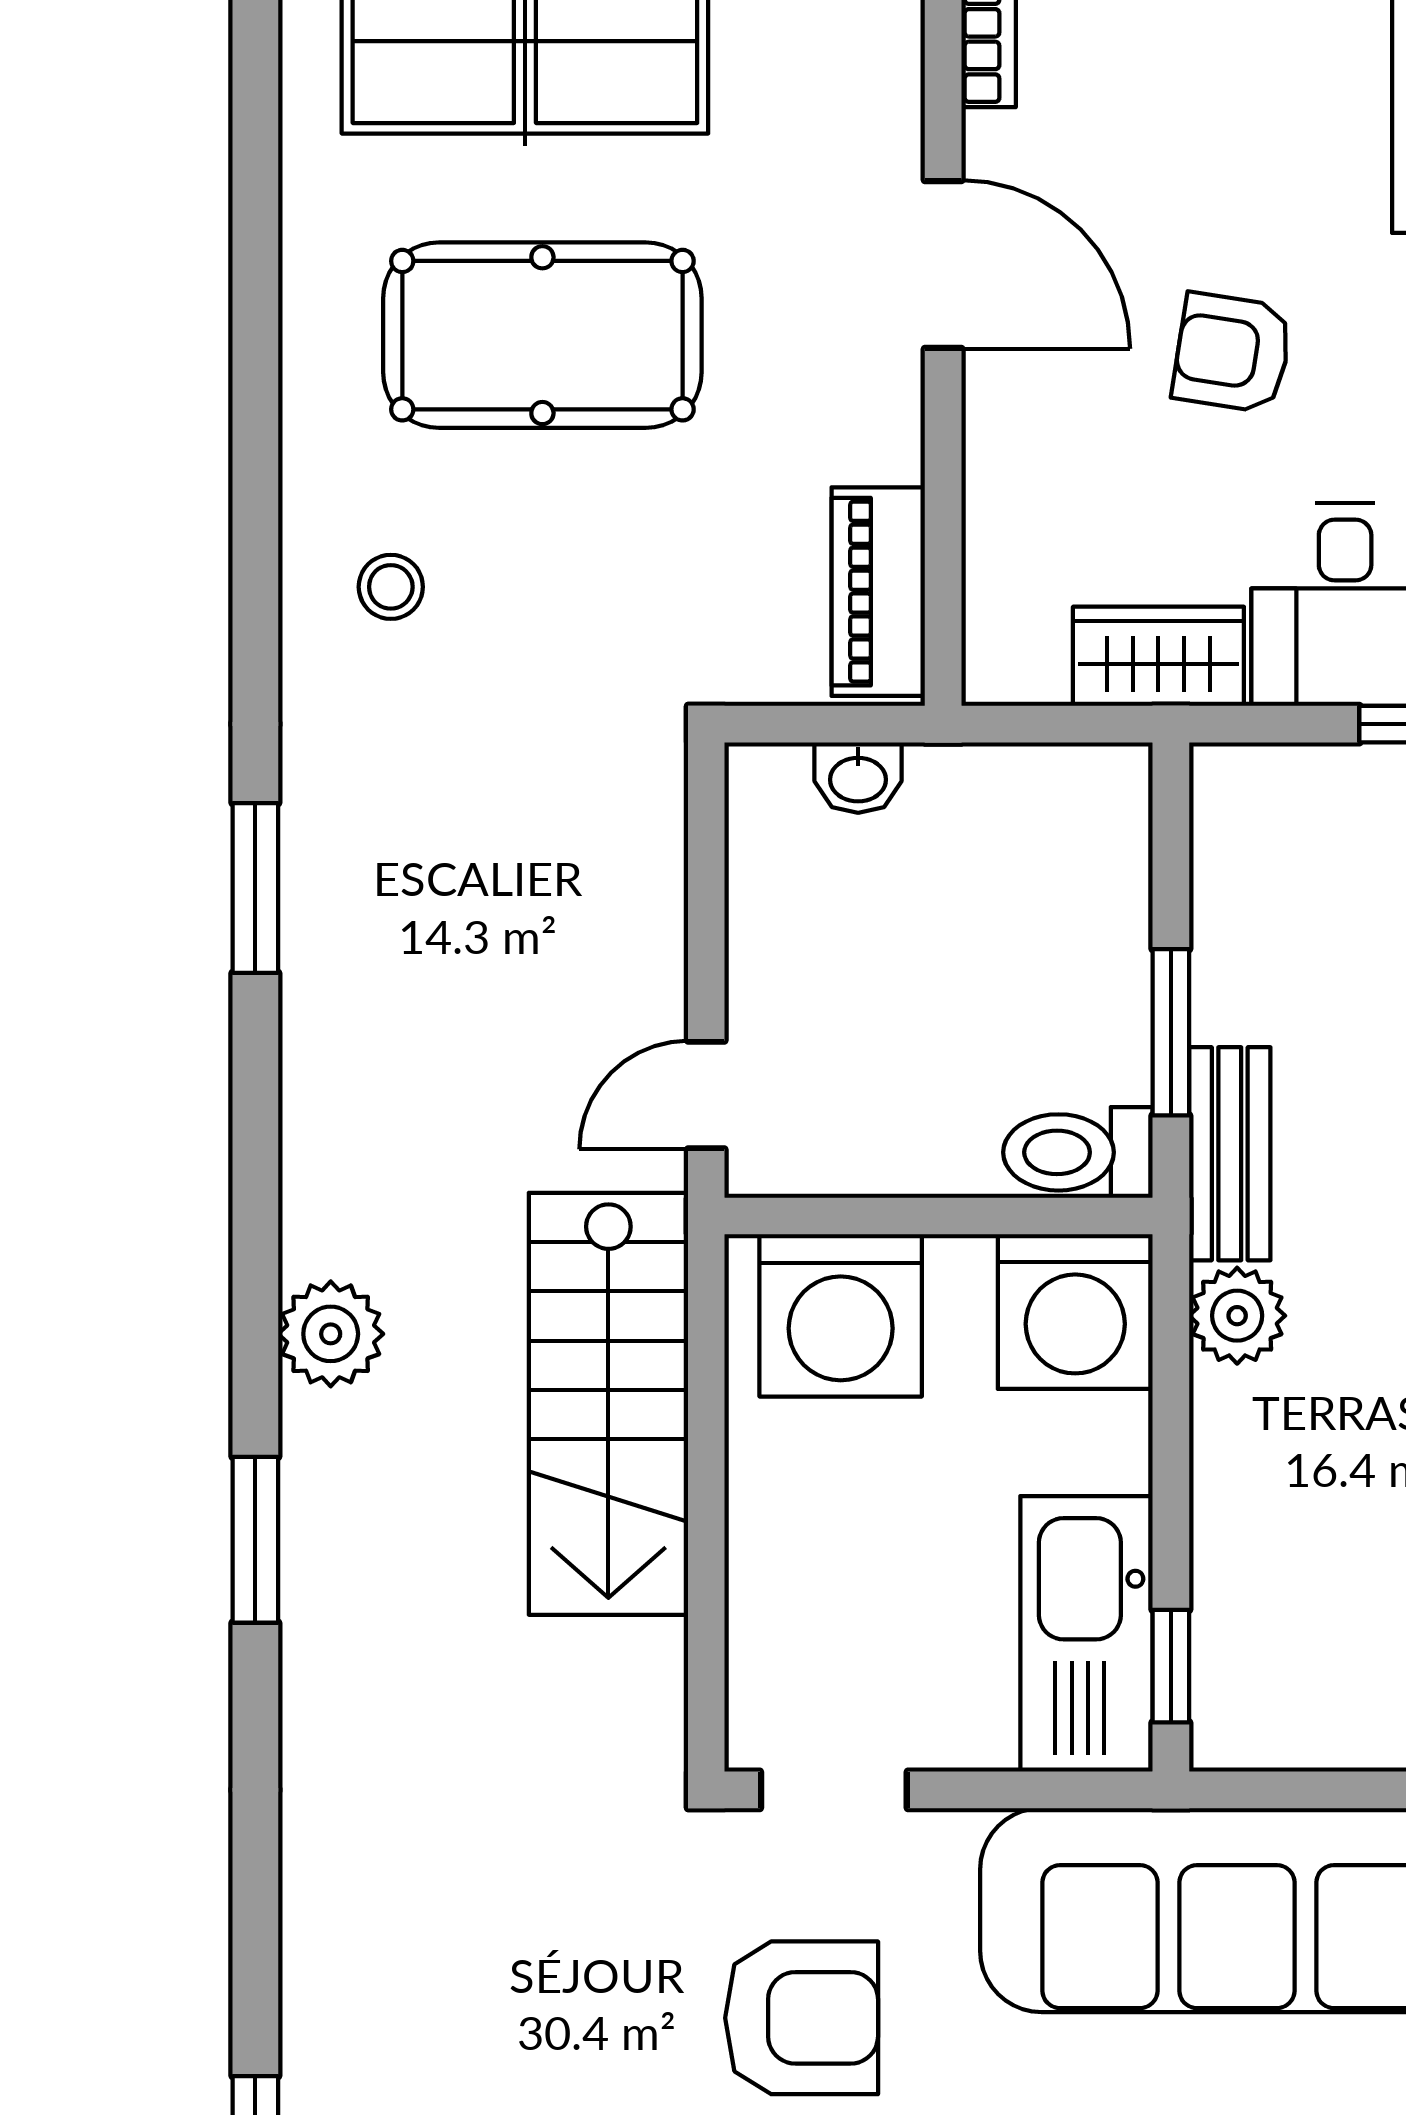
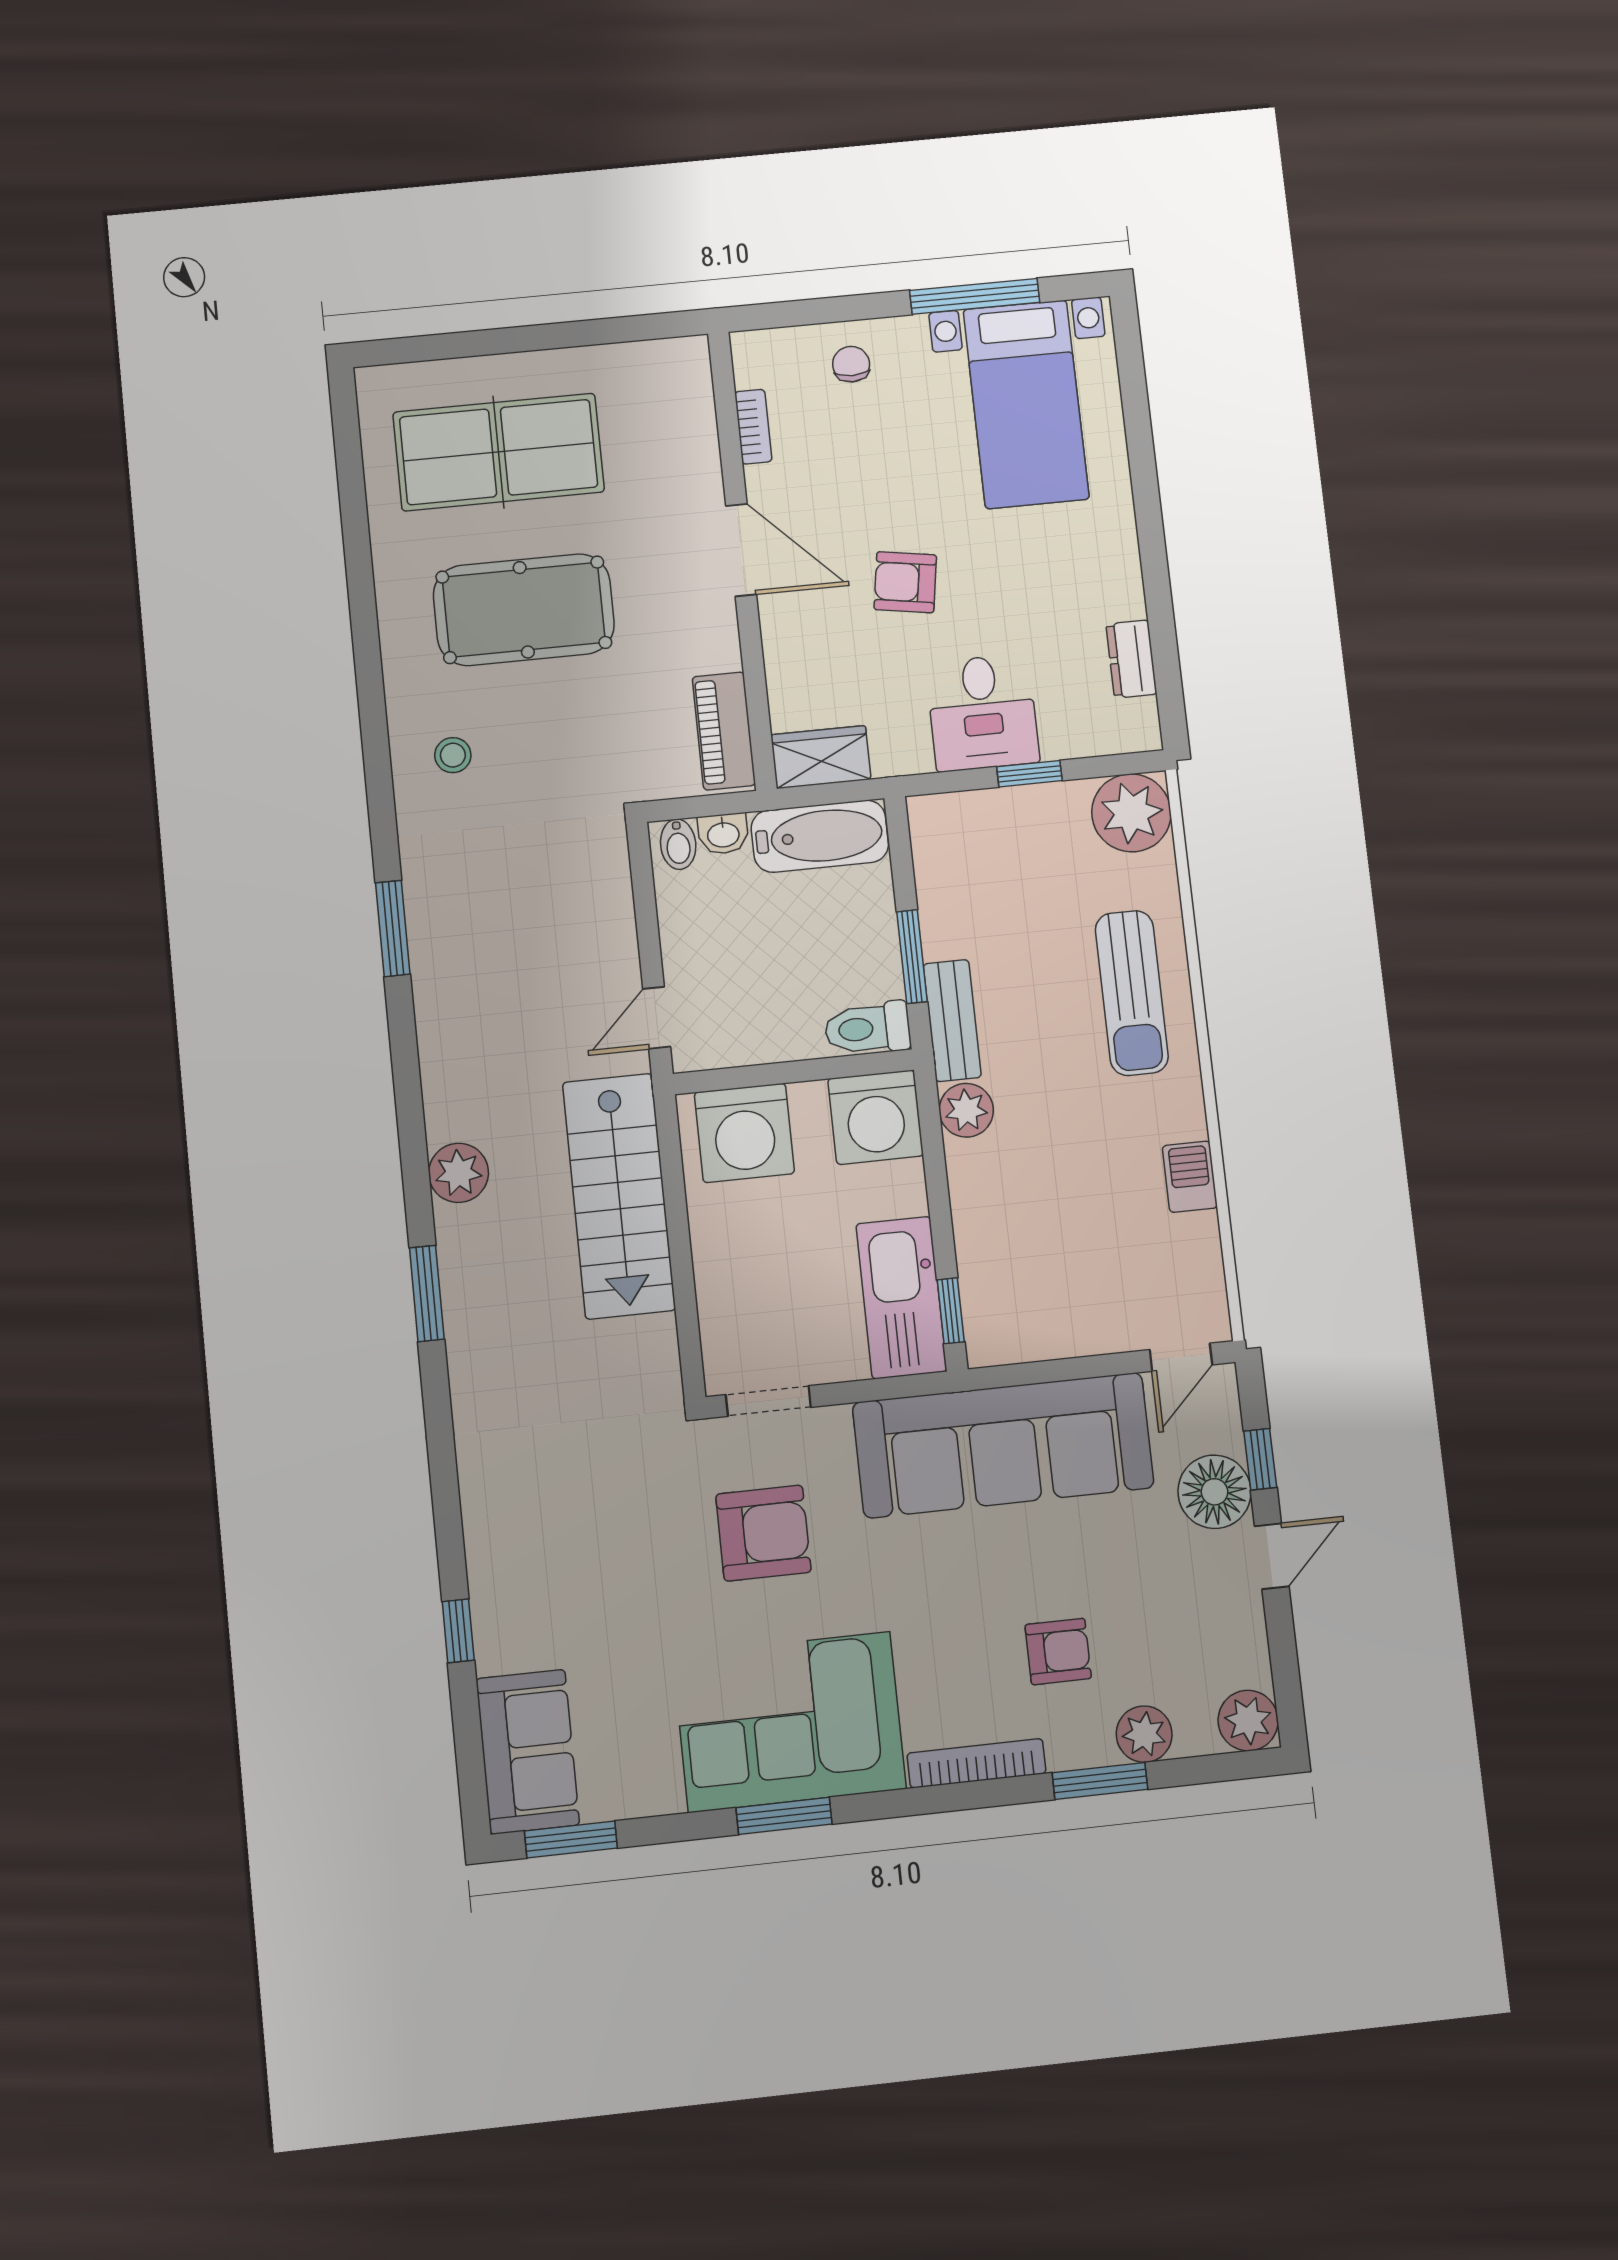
wardrobe: (1158, 656) -> (821, 757), moved
bidet: (776, 788) -> (678, 844), added
bathtub: (1030, 799) -> (820, 836), added

